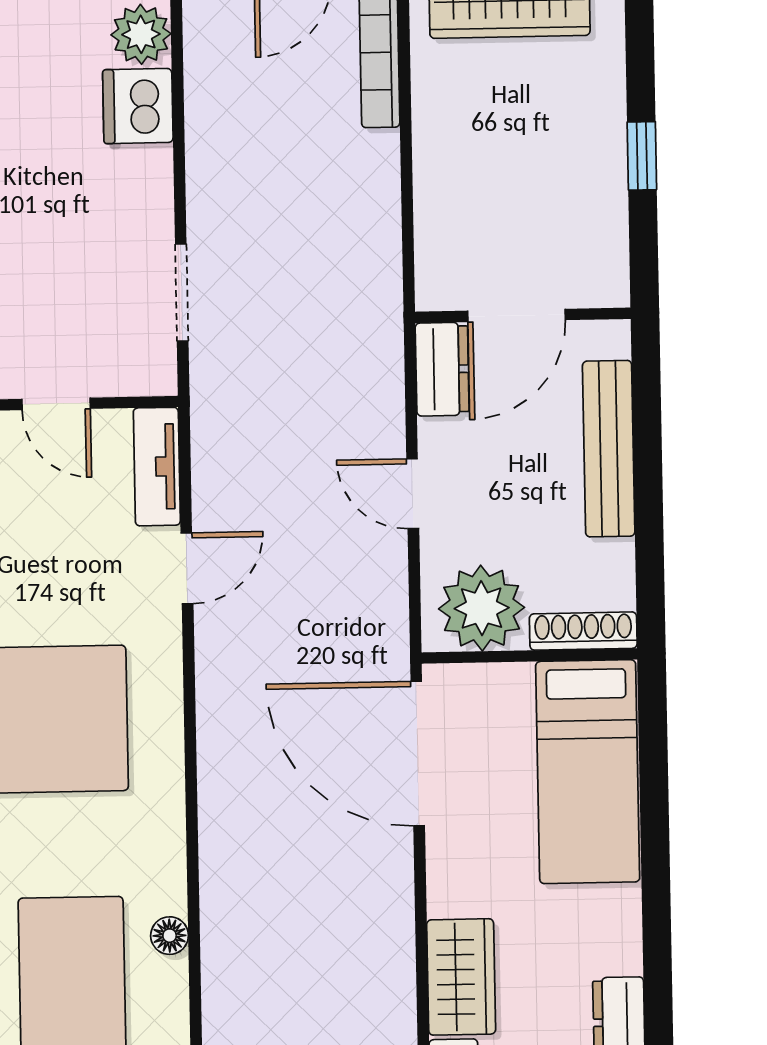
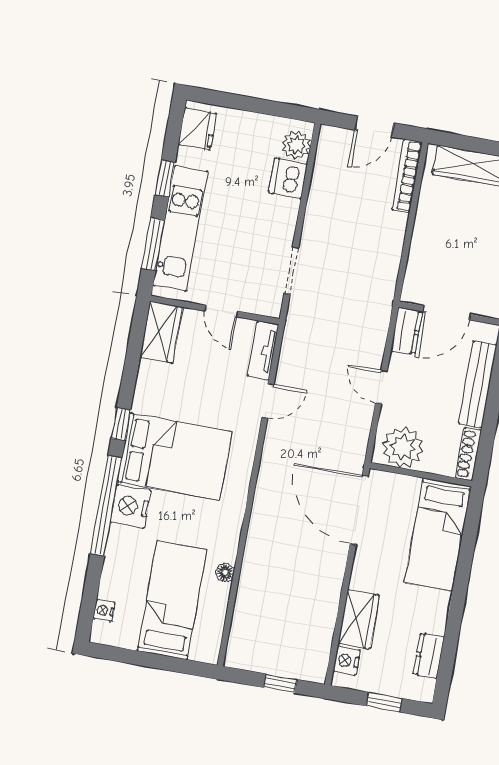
shoe rack: (583, 631) -> (468, 454), moved, turned -90

